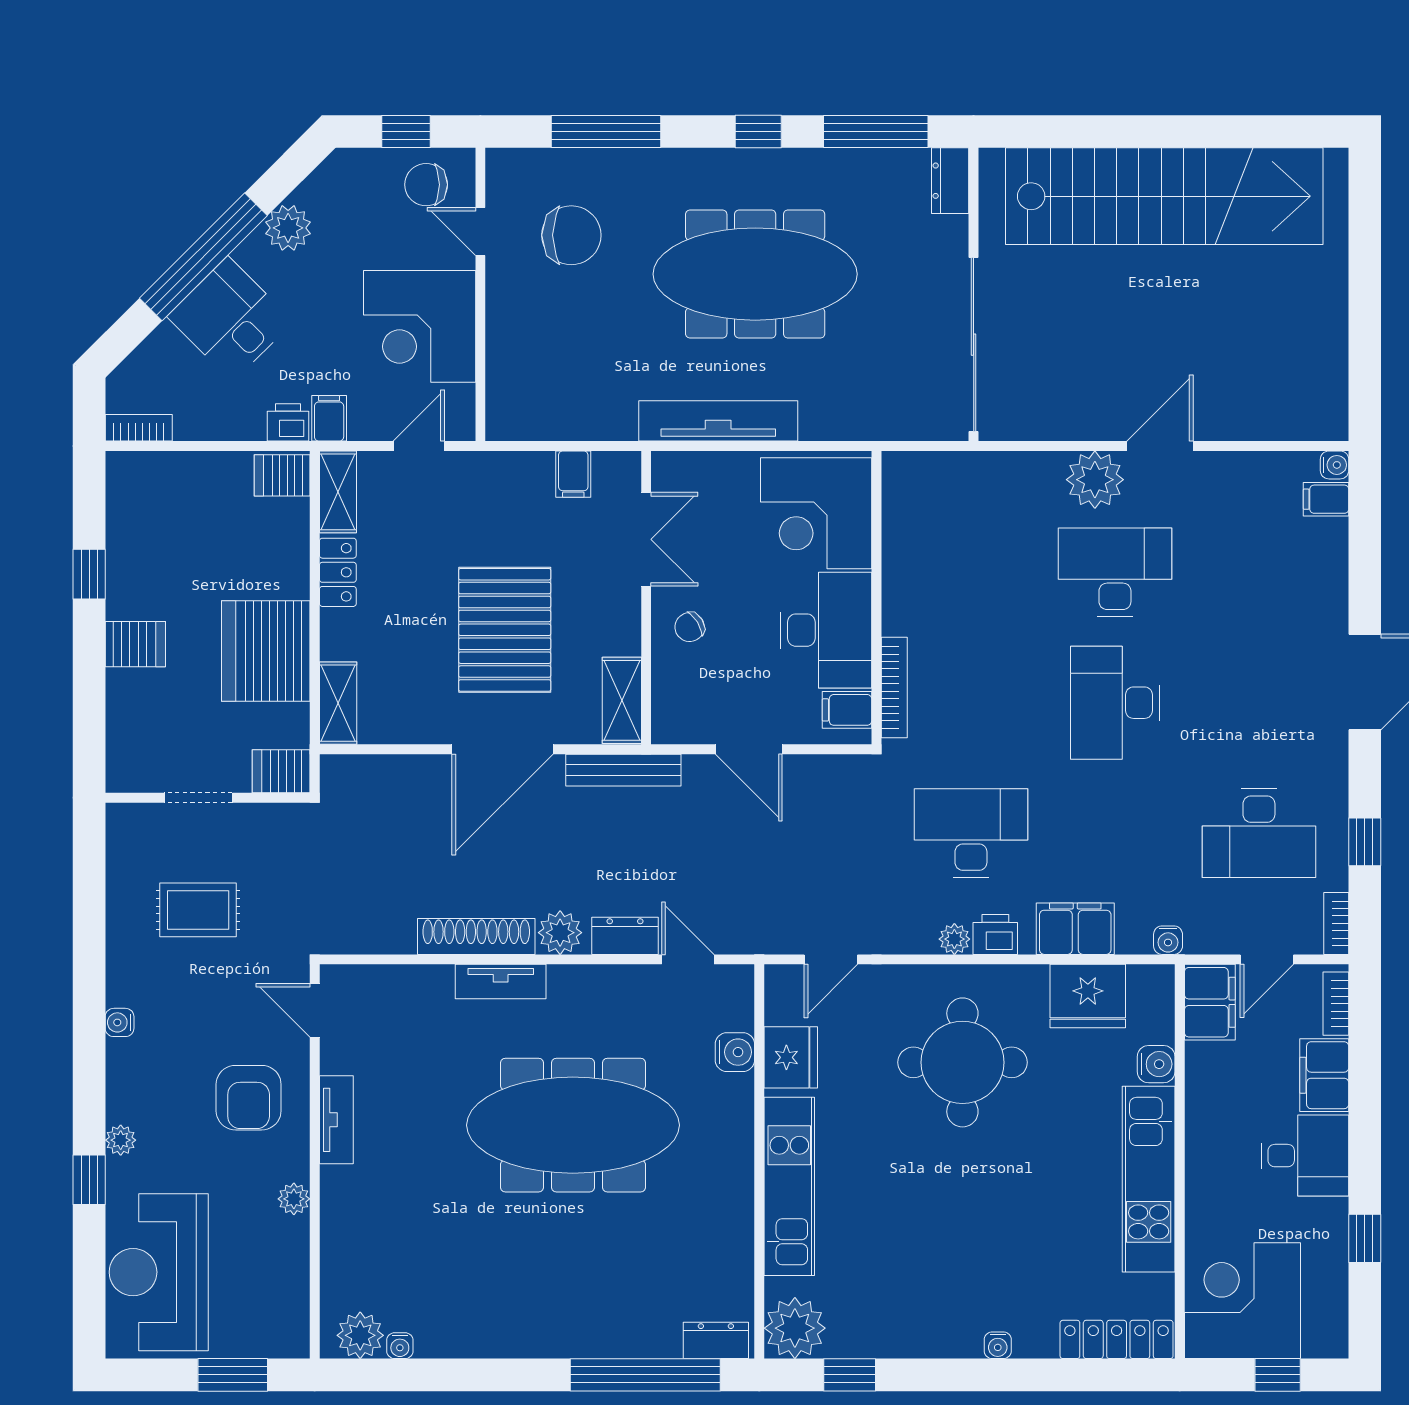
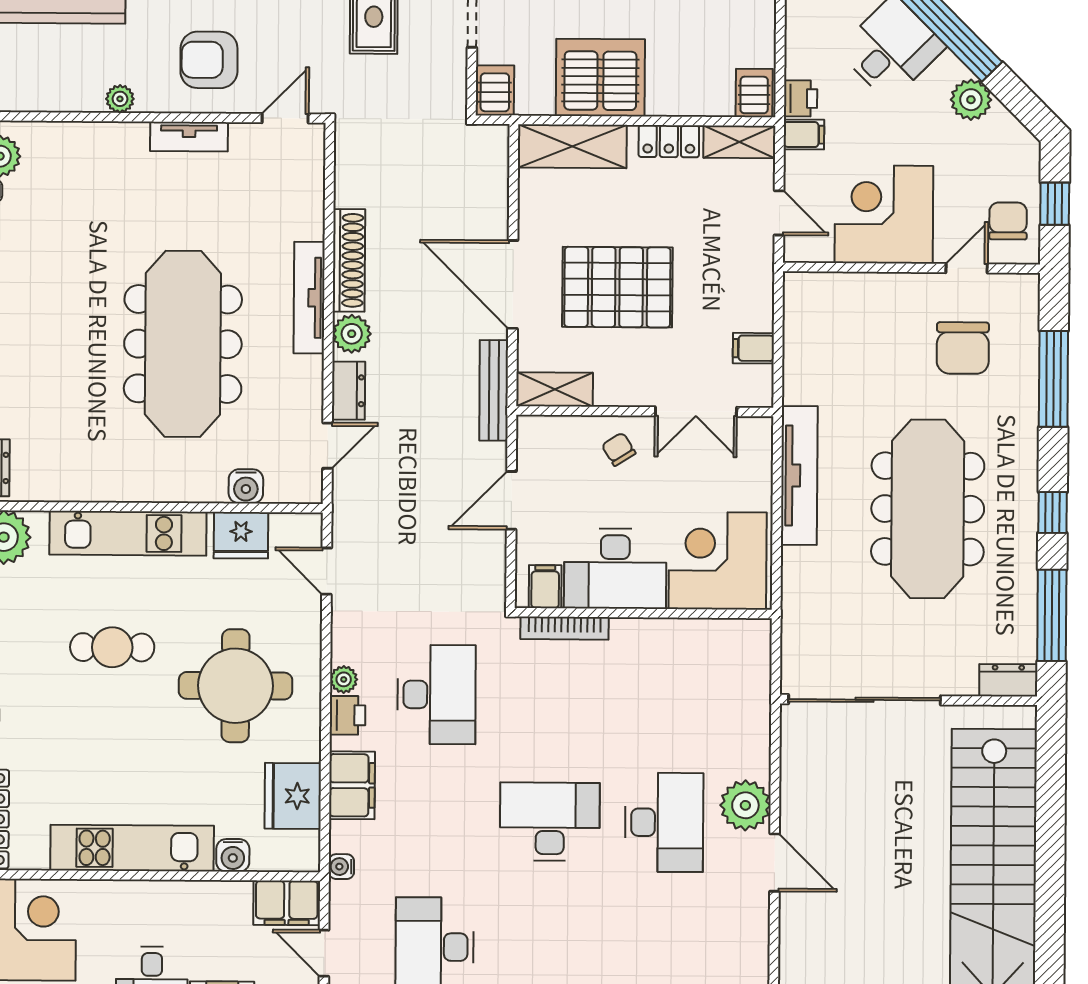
shelving: (338, 703) -> (572, 146), width x1.50, depth x1.33
tv unit: (501, 981) -> (309, 298), width x1.41
cafe table: (920, 1203) -> (112, 647), added

